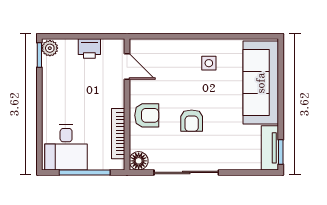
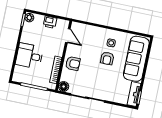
armchair: (192, 121) -> (107, 58), moved
desk: (66, 147) -> (29, 56), moved, turned 90

